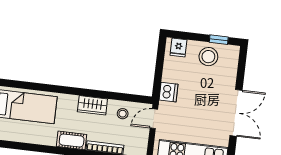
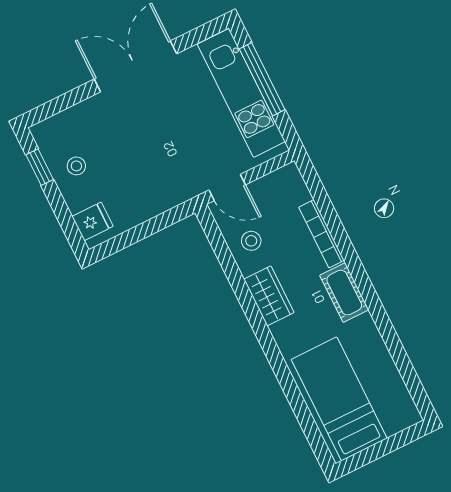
stool: (208, 57) -> (76, 166), width x0.53, depth x0.53
dishwasher: (169, 92) -> (171, 192), removed

